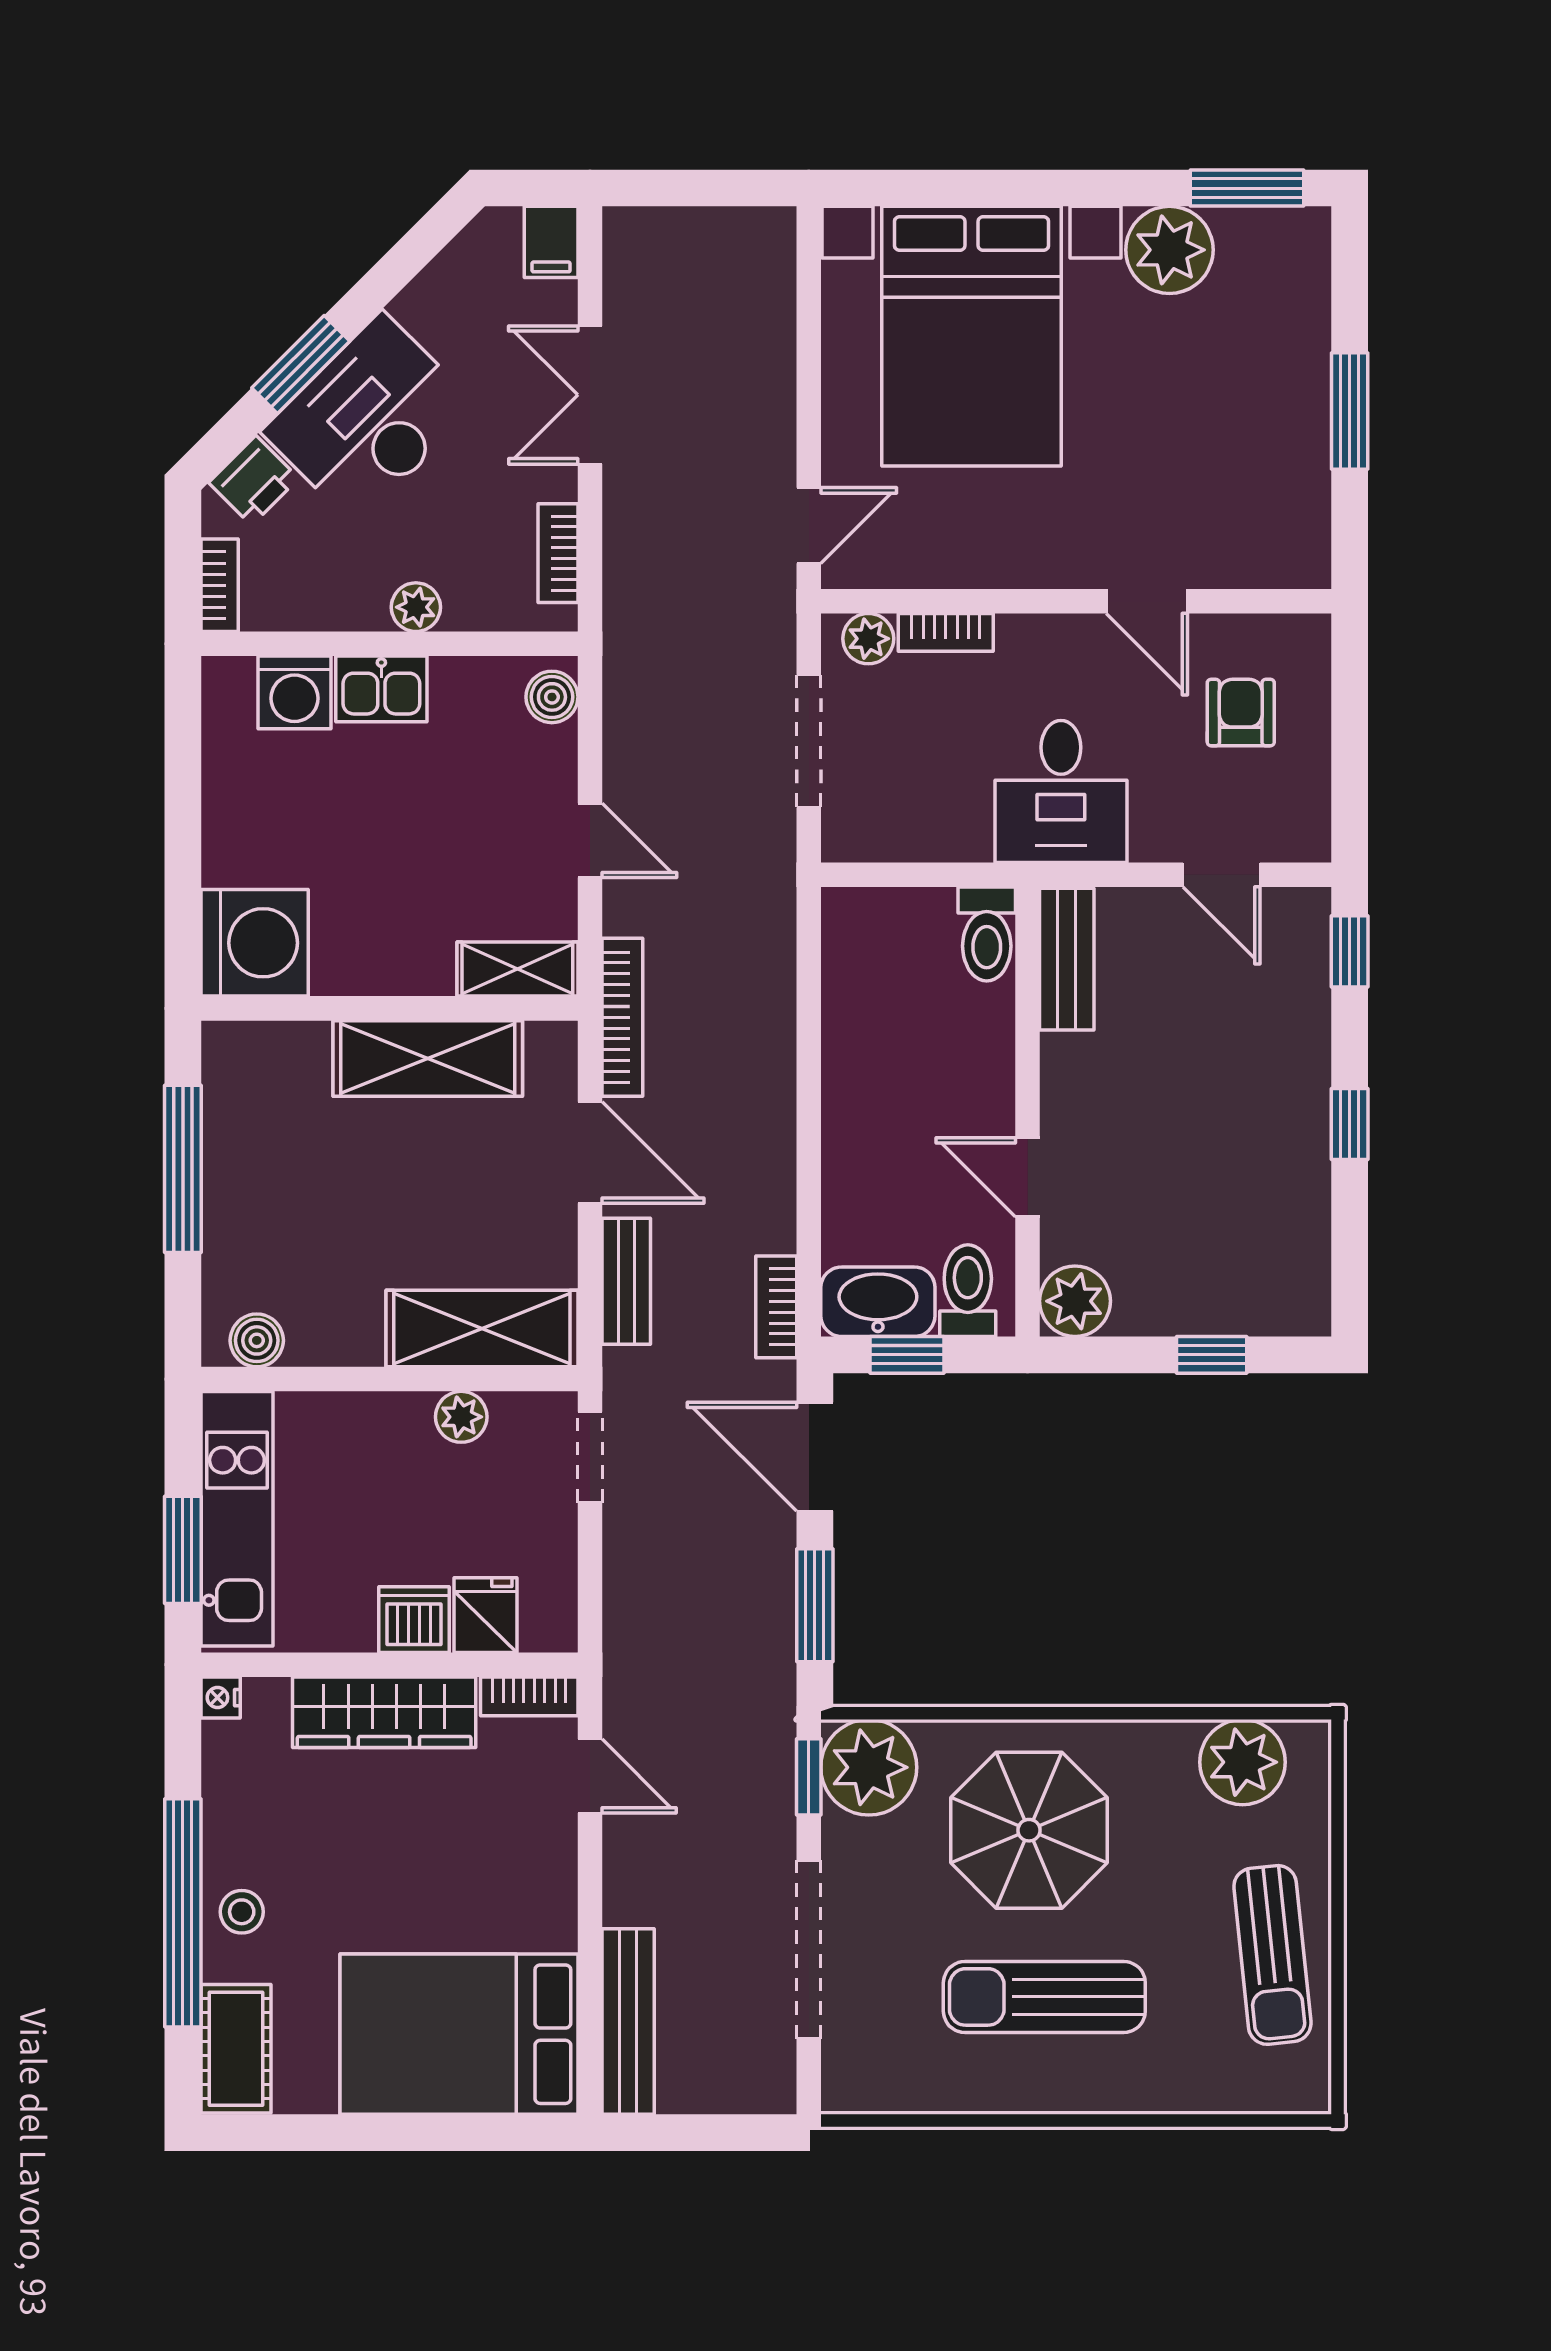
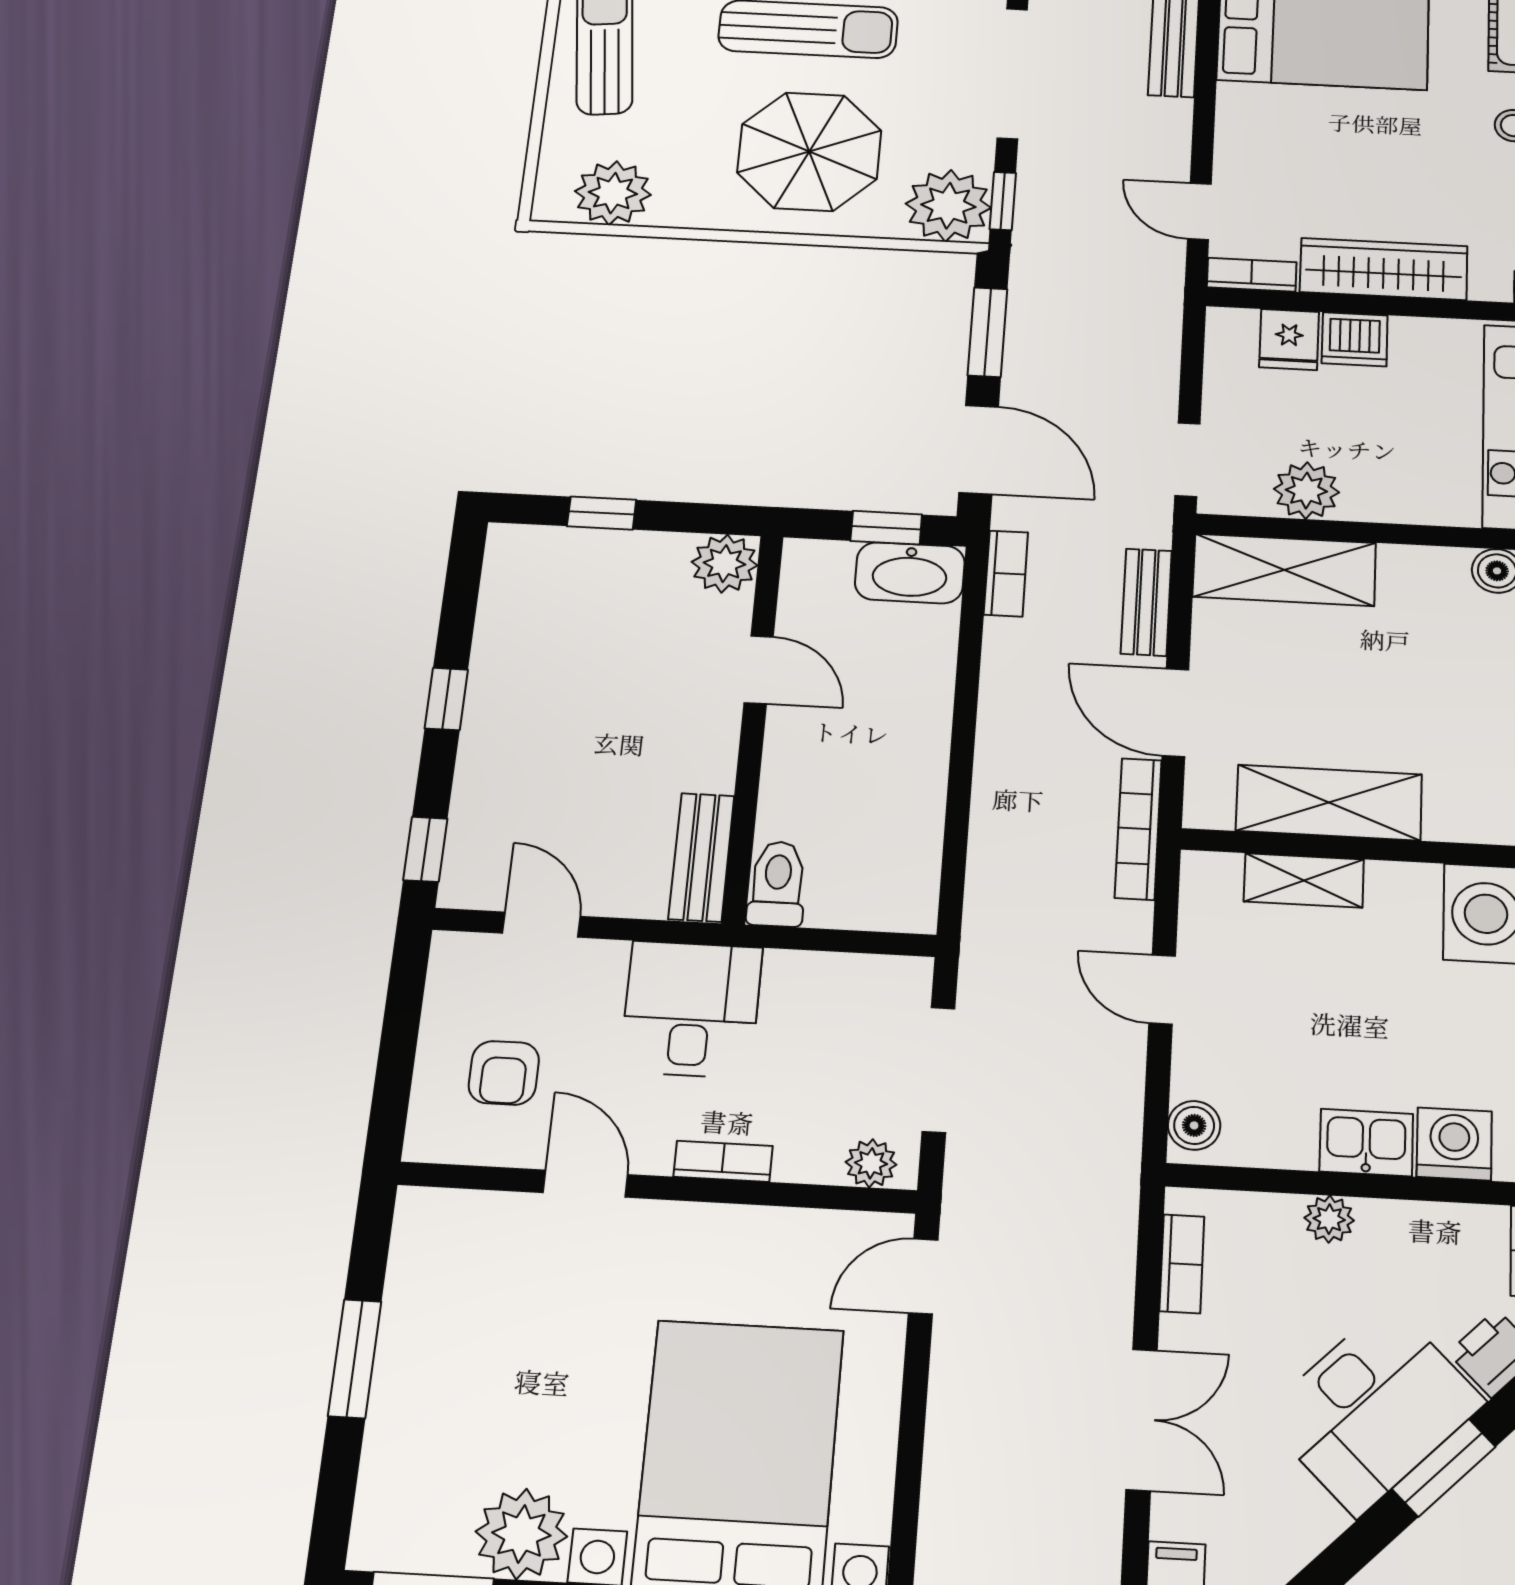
bookcase: (946, 632) -> (723, 1161), moved
shelving: (517, 969) -> (1304, 880), moved
toilet: (968, 1291) -> (824, 578), removed
plant: (461, 1417) -> (1306, 491), width x1.38, depth x1.38

